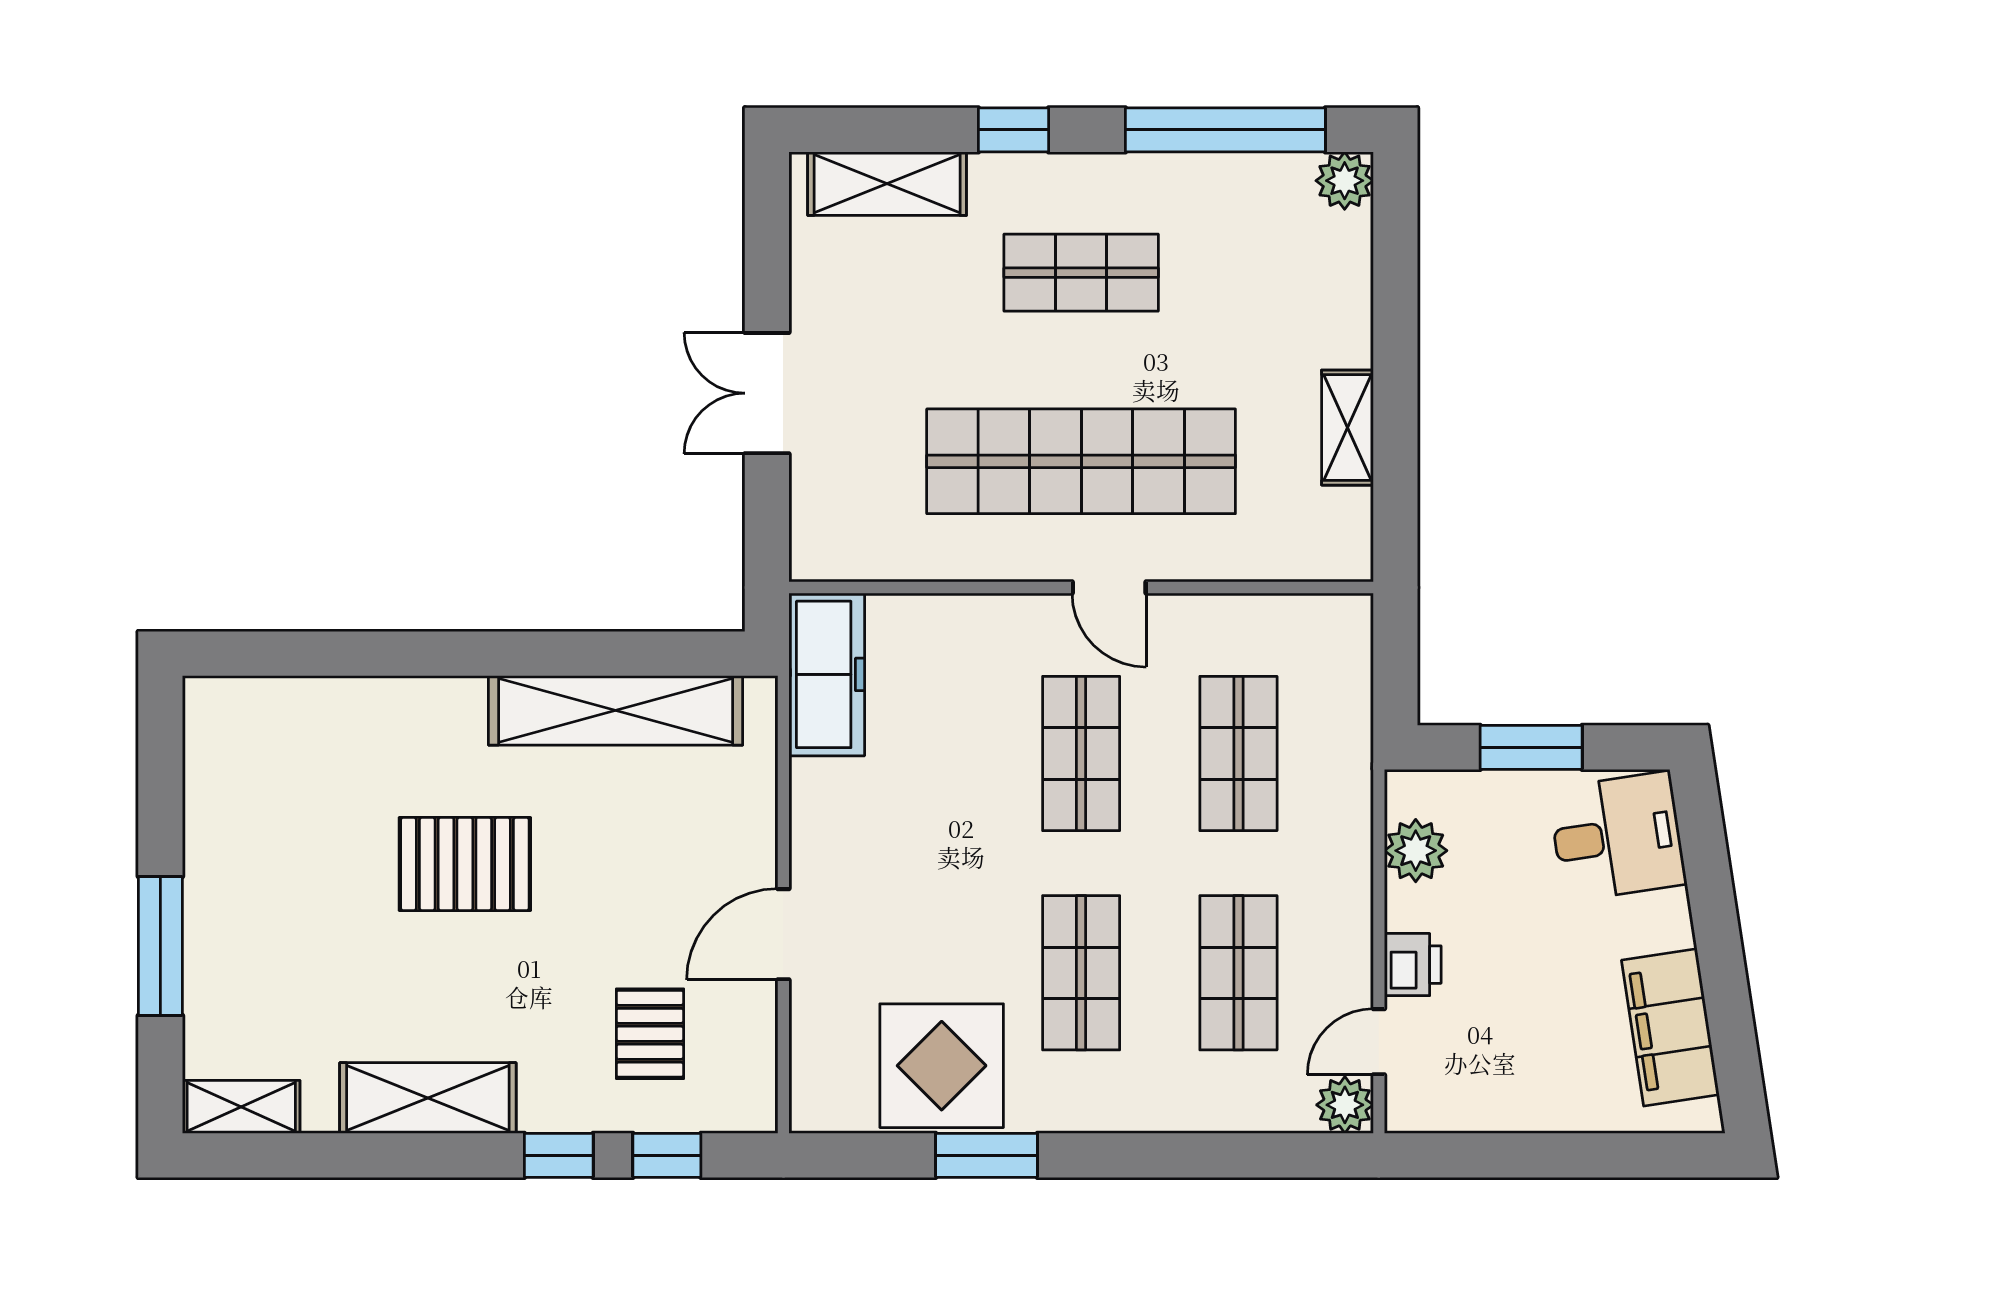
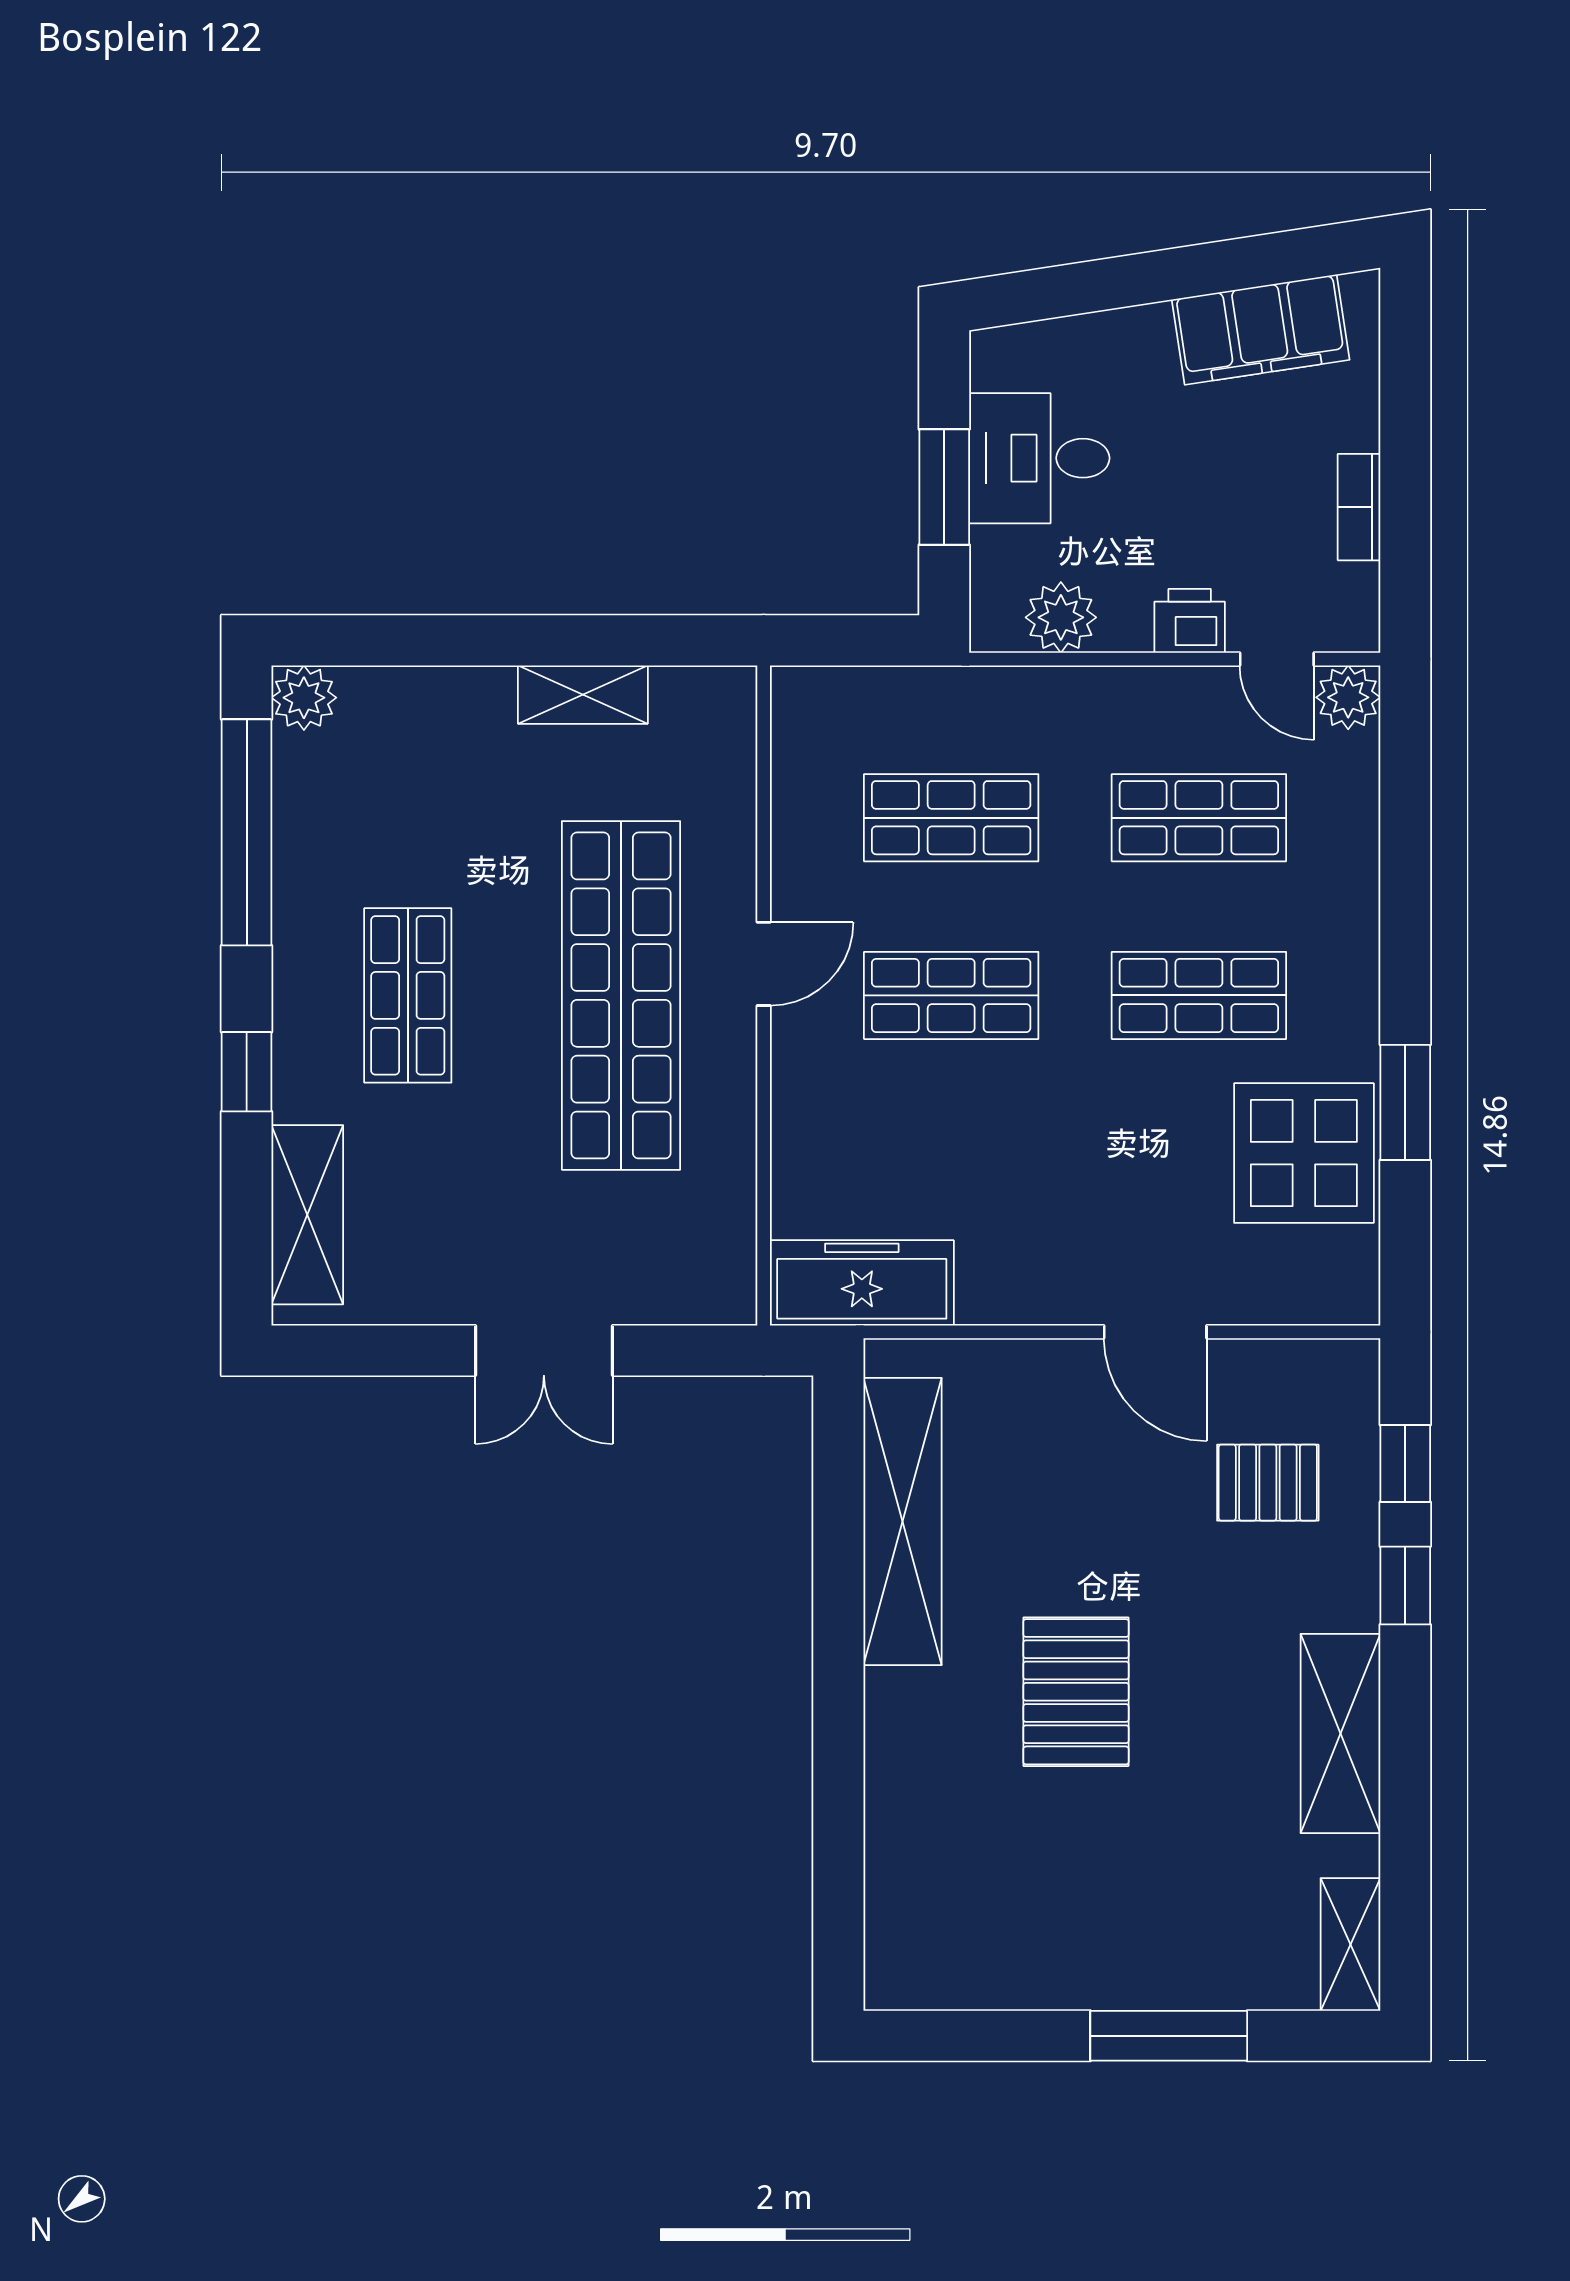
desk: (1617, 837) -> (1039, 458), moved, turned -81
bookcase: (1513, 1114) -> (1359, 507), added

